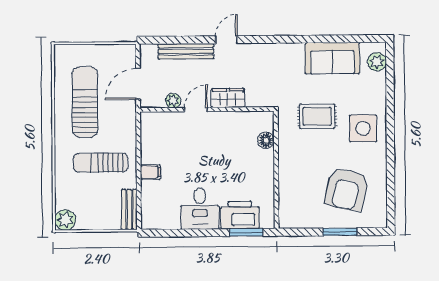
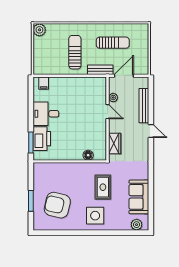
door: (138, 84) -> (124, 76), hinge flipped
wardrobe: (228, 98) -> (115, 143), moved
sun lounger: (85, 102) -> (113, 43), width x0.73, depth x0.75
filing cabinet: (150, 172) -> (44, 83), moved
bench: (129, 209) -> (100, 70), moved

